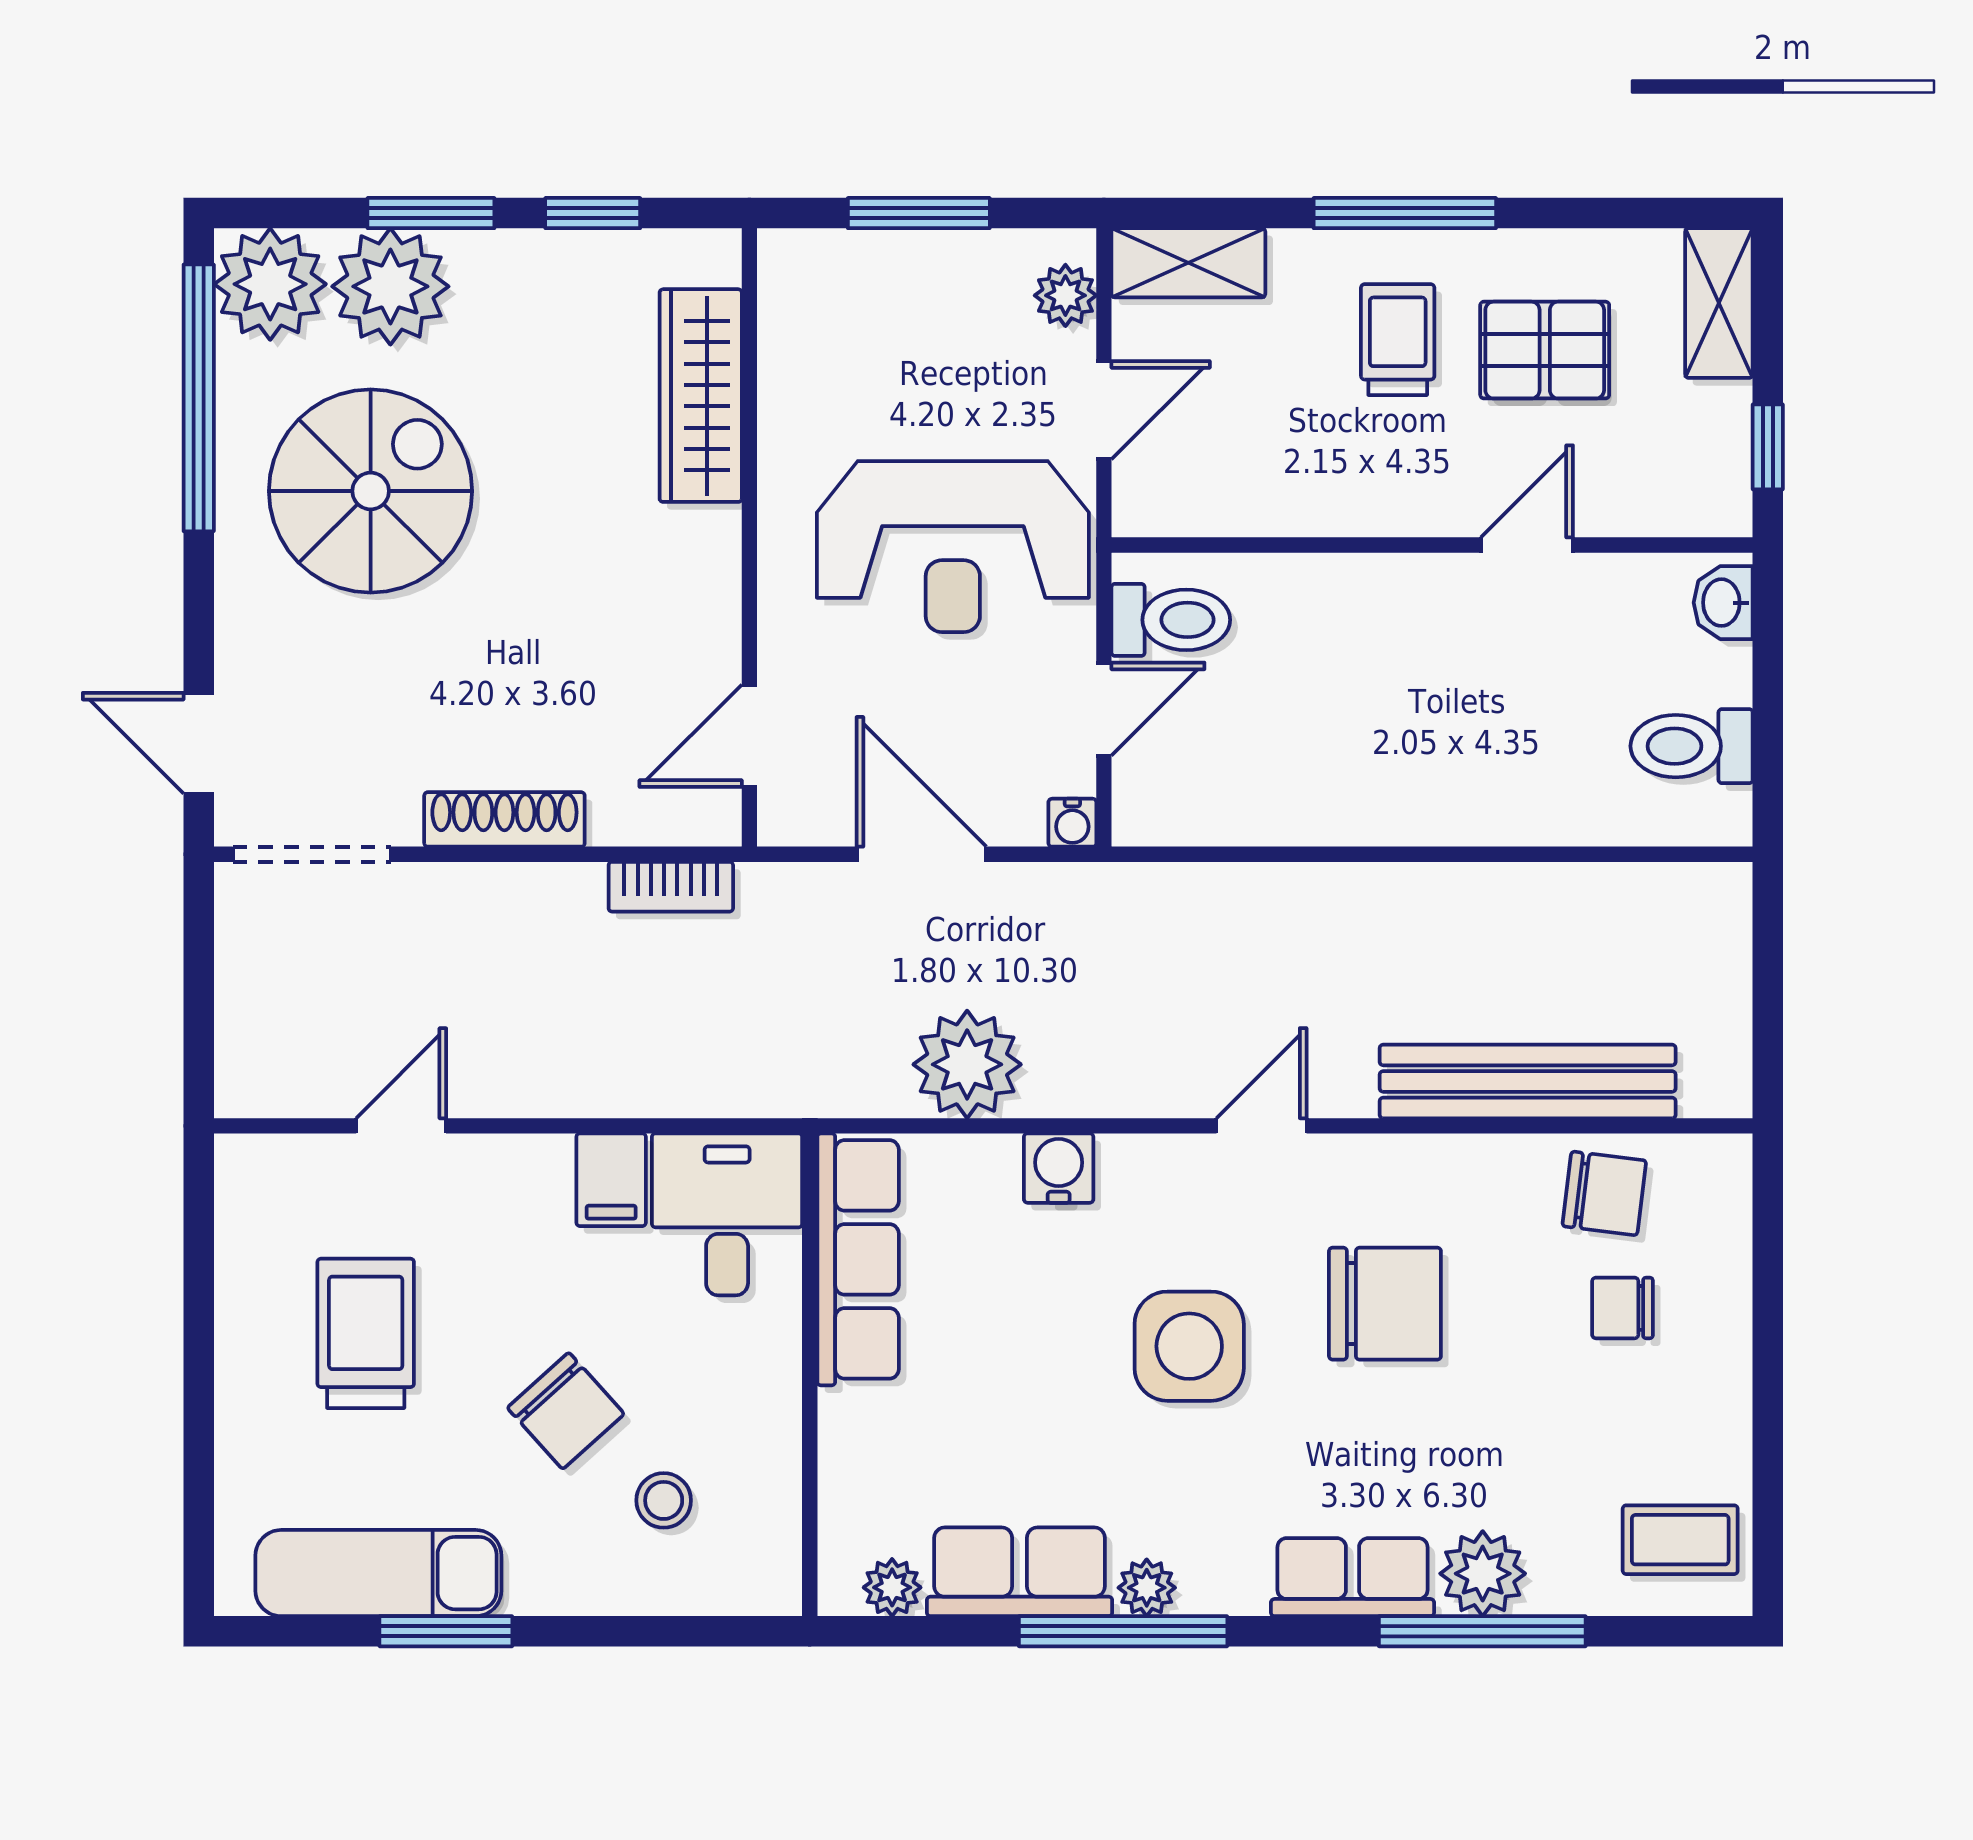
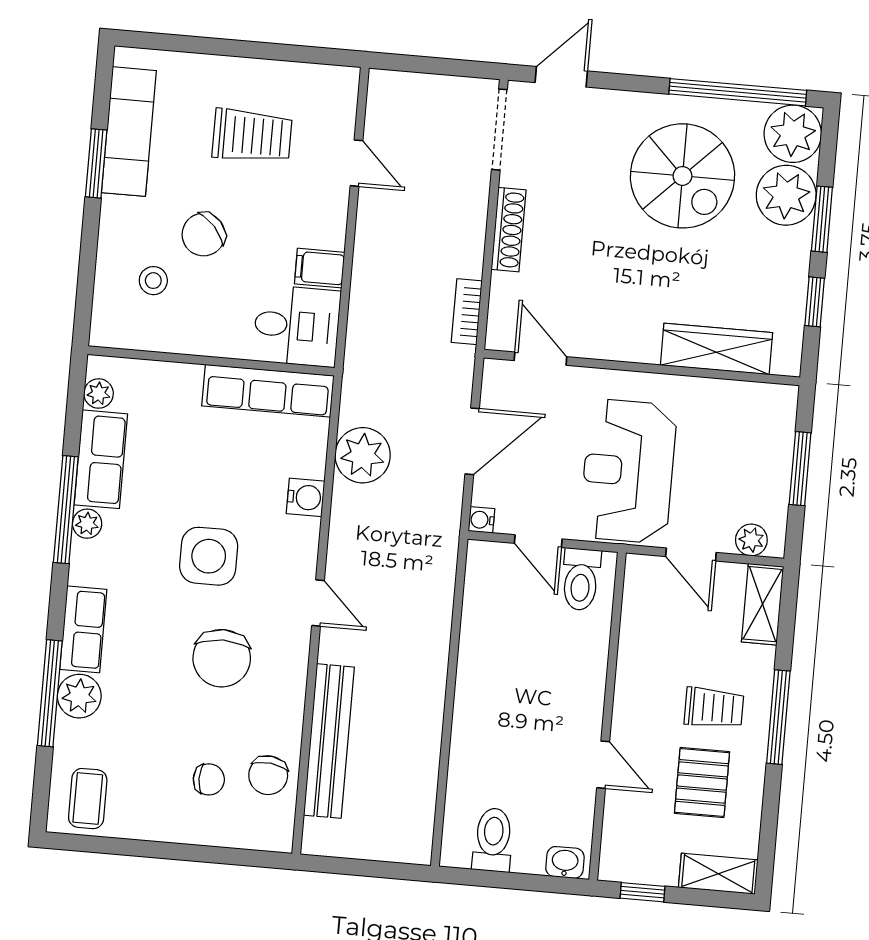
chair: (1622, 1308) -> (209, 779), turned 90

